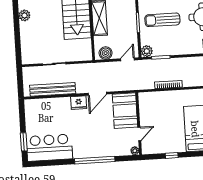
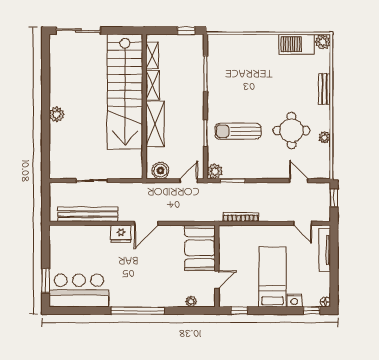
booth: (125, 111) -> (200, 248), moved
wall: (139, 124) -> (217, 266), moved
door: (139, 134) -> (217, 280), moved

